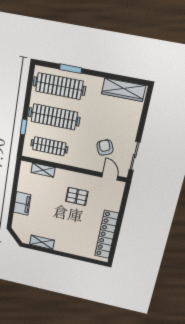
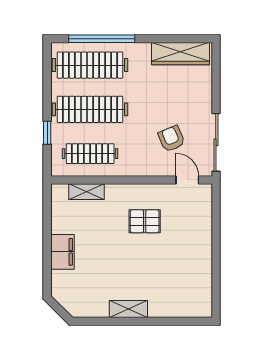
window: (71, 69) -> (102, 39), width x2.11
sliding door: (134, 156) -> (216, 142), width x1.37
locker: (107, 234) -> (201, 272), removed
shelving: (42, 242) -> (128, 309), moved

